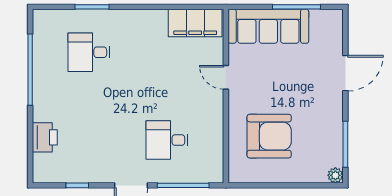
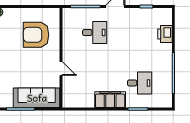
filing cabinet: (195, 23) -> (110, 100), moved

